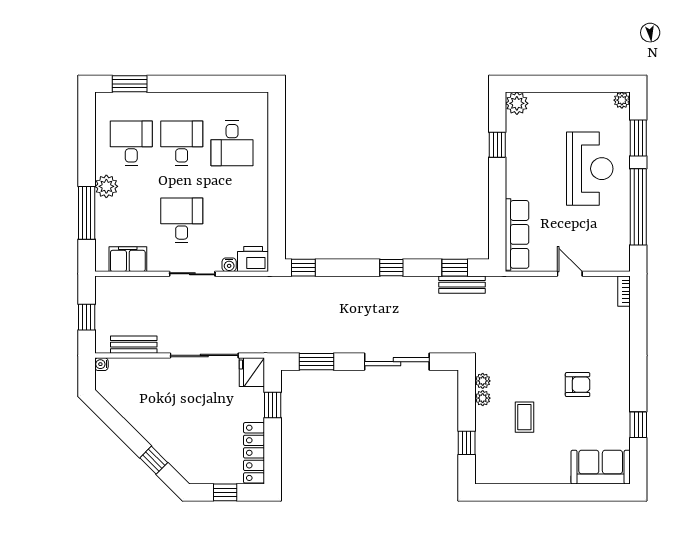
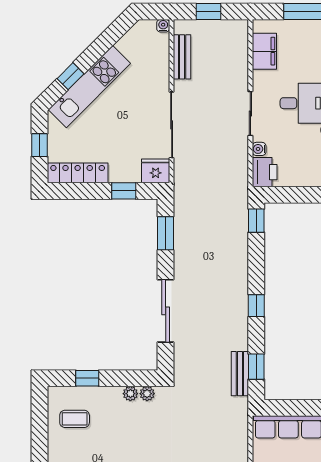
coffee table: (524, 417) -> (75, 419), moved
kitchen unit: (164, 441) -> (89, 87), added

